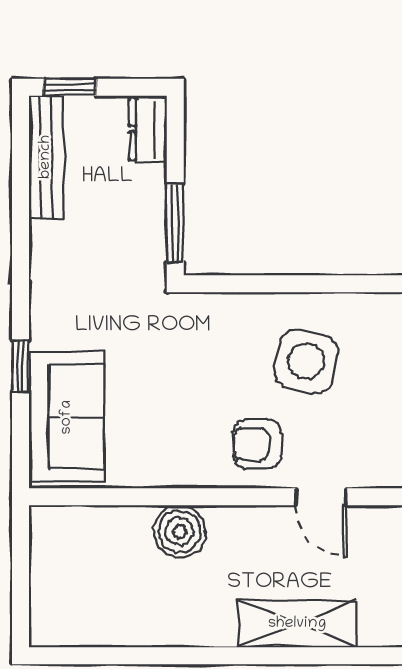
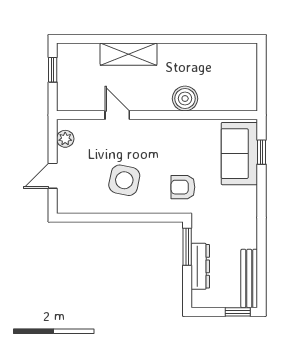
dresser: (148, 129) -> (200, 266), moved, width x1.44
window: (21, 366) -> (262, 152), moved
armchair: (257, 444) -> (183, 187), moved, turned 180

